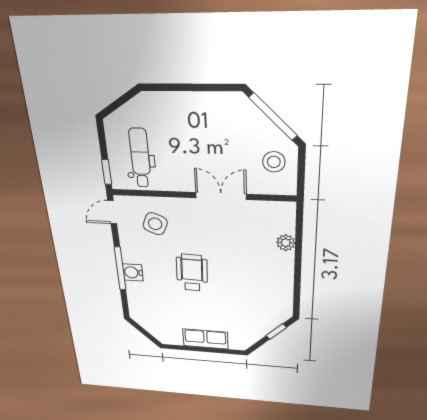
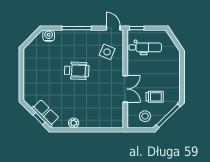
trolley: (235, 143) -> (155, 97), added
plant: (286, 243) -> (74, 123), moved
water cooler: (133, 272) -> (49, 36), moved
row of seats: (205, 339) -> (45, 113), moved, turned -45

